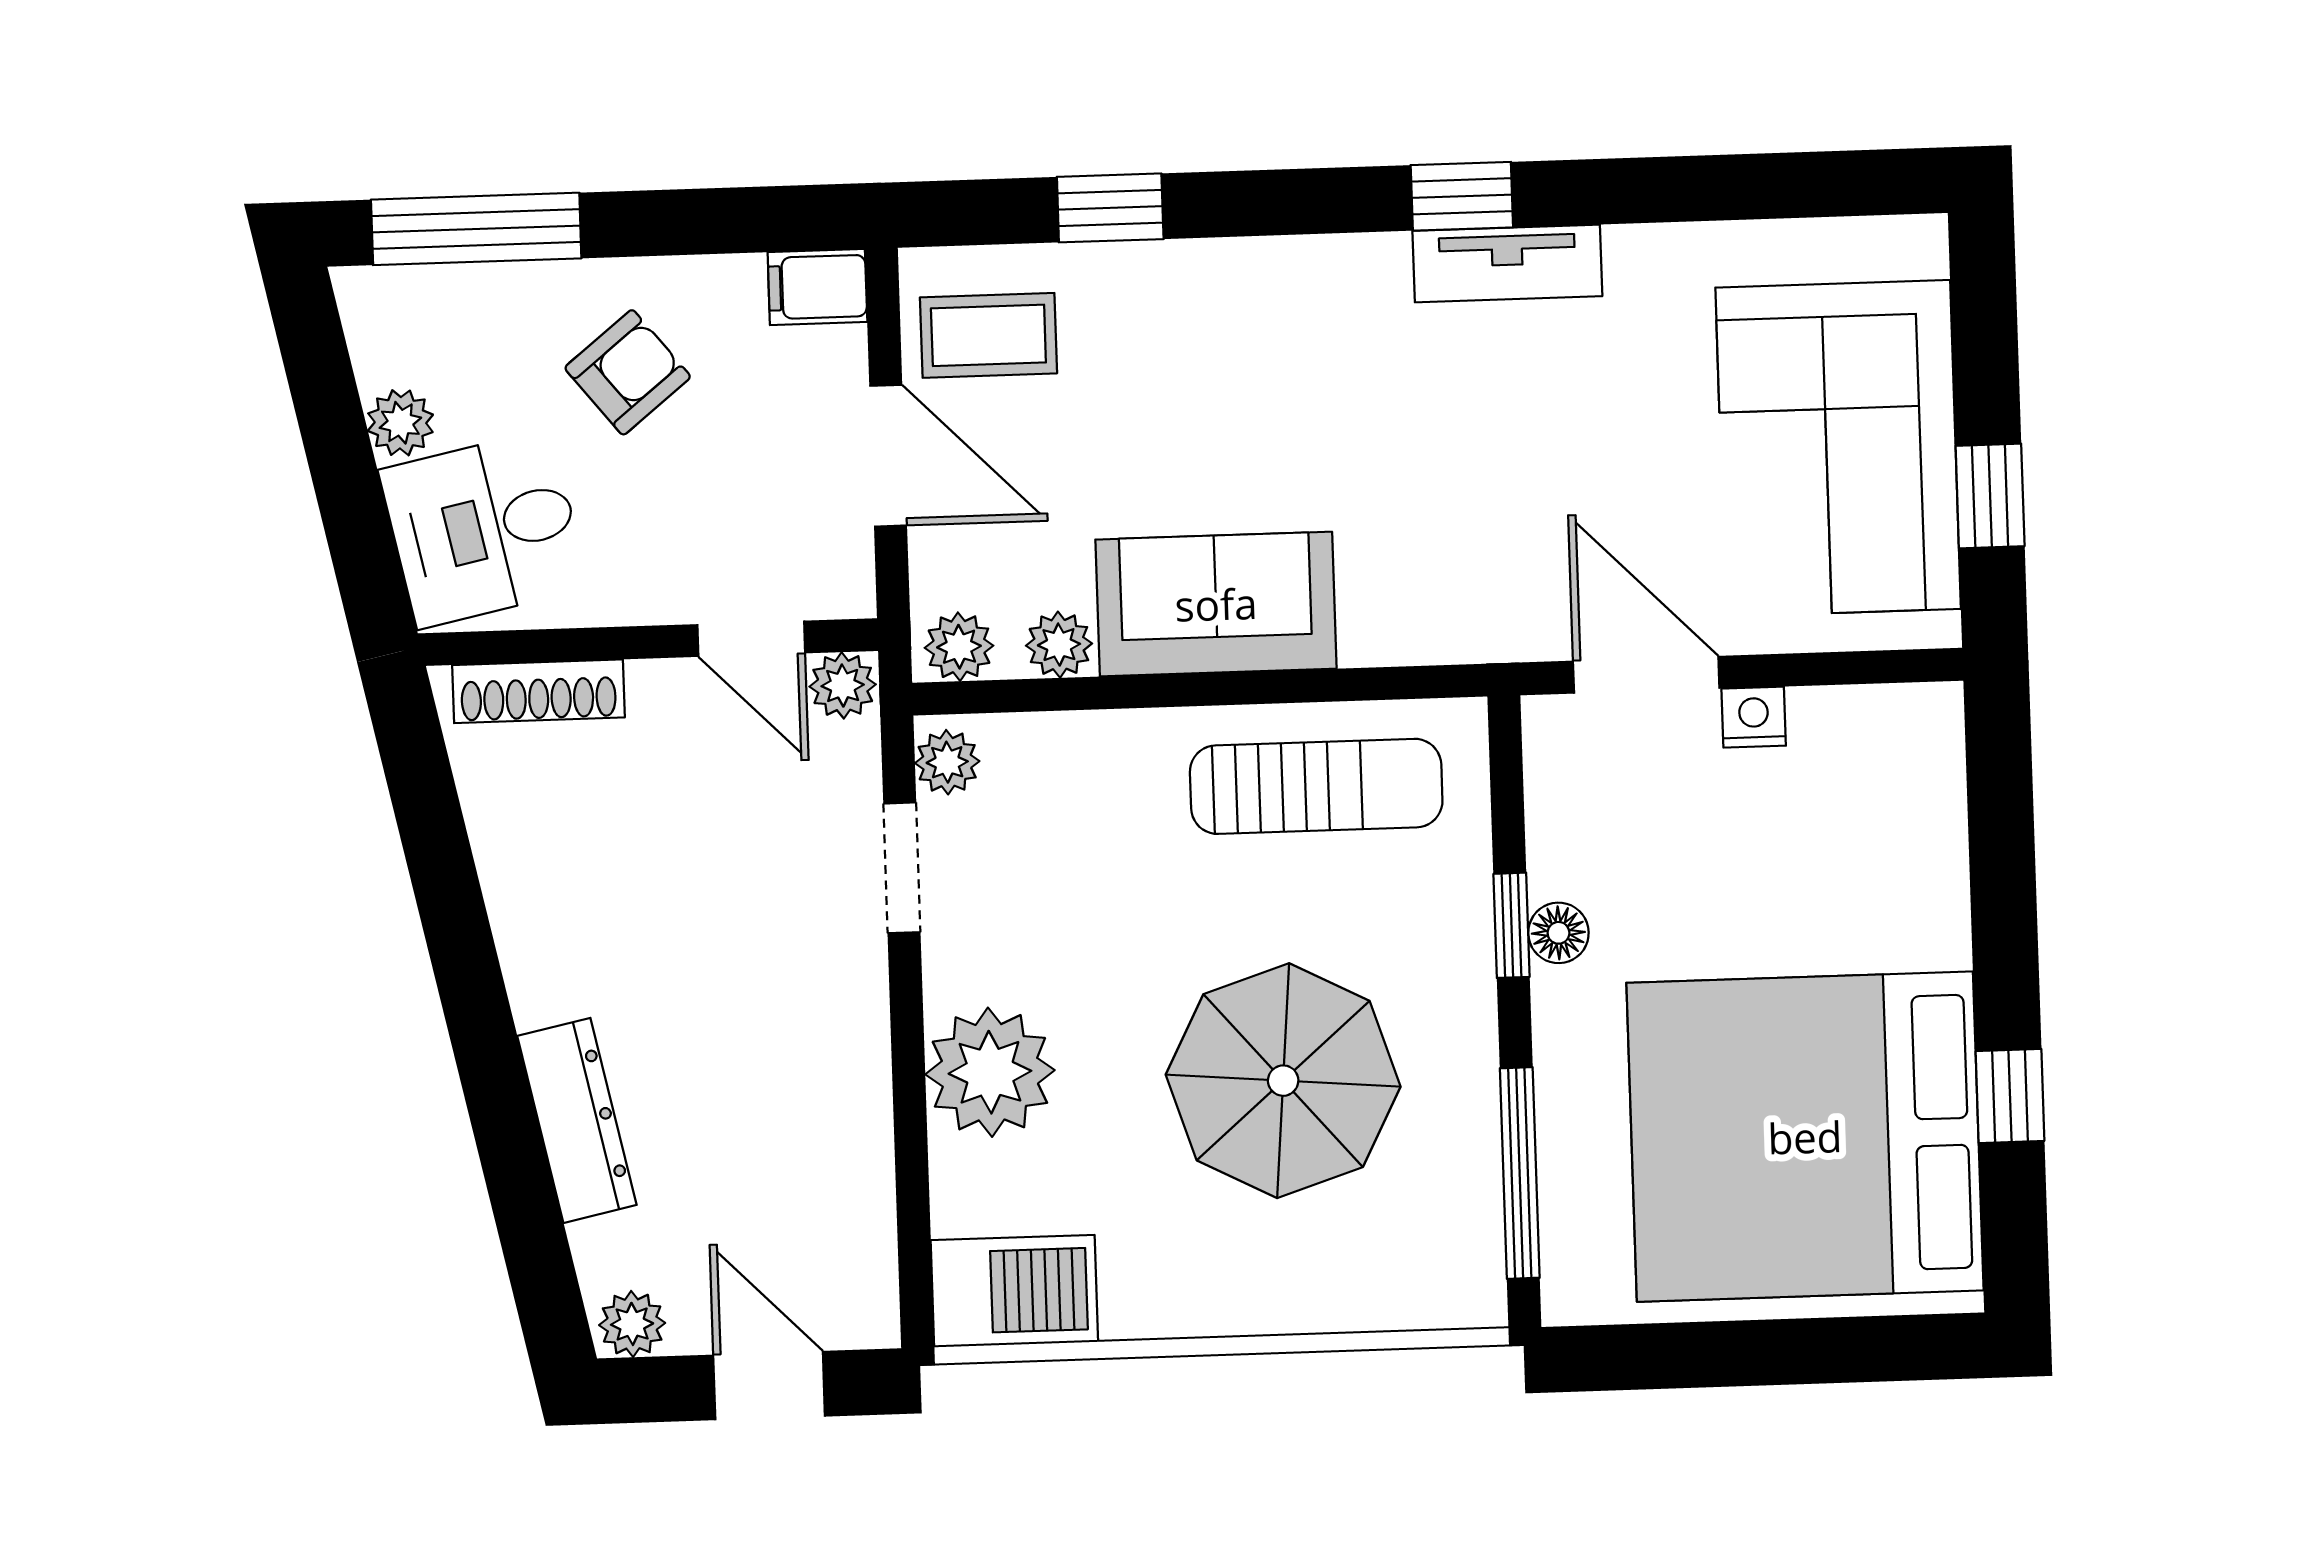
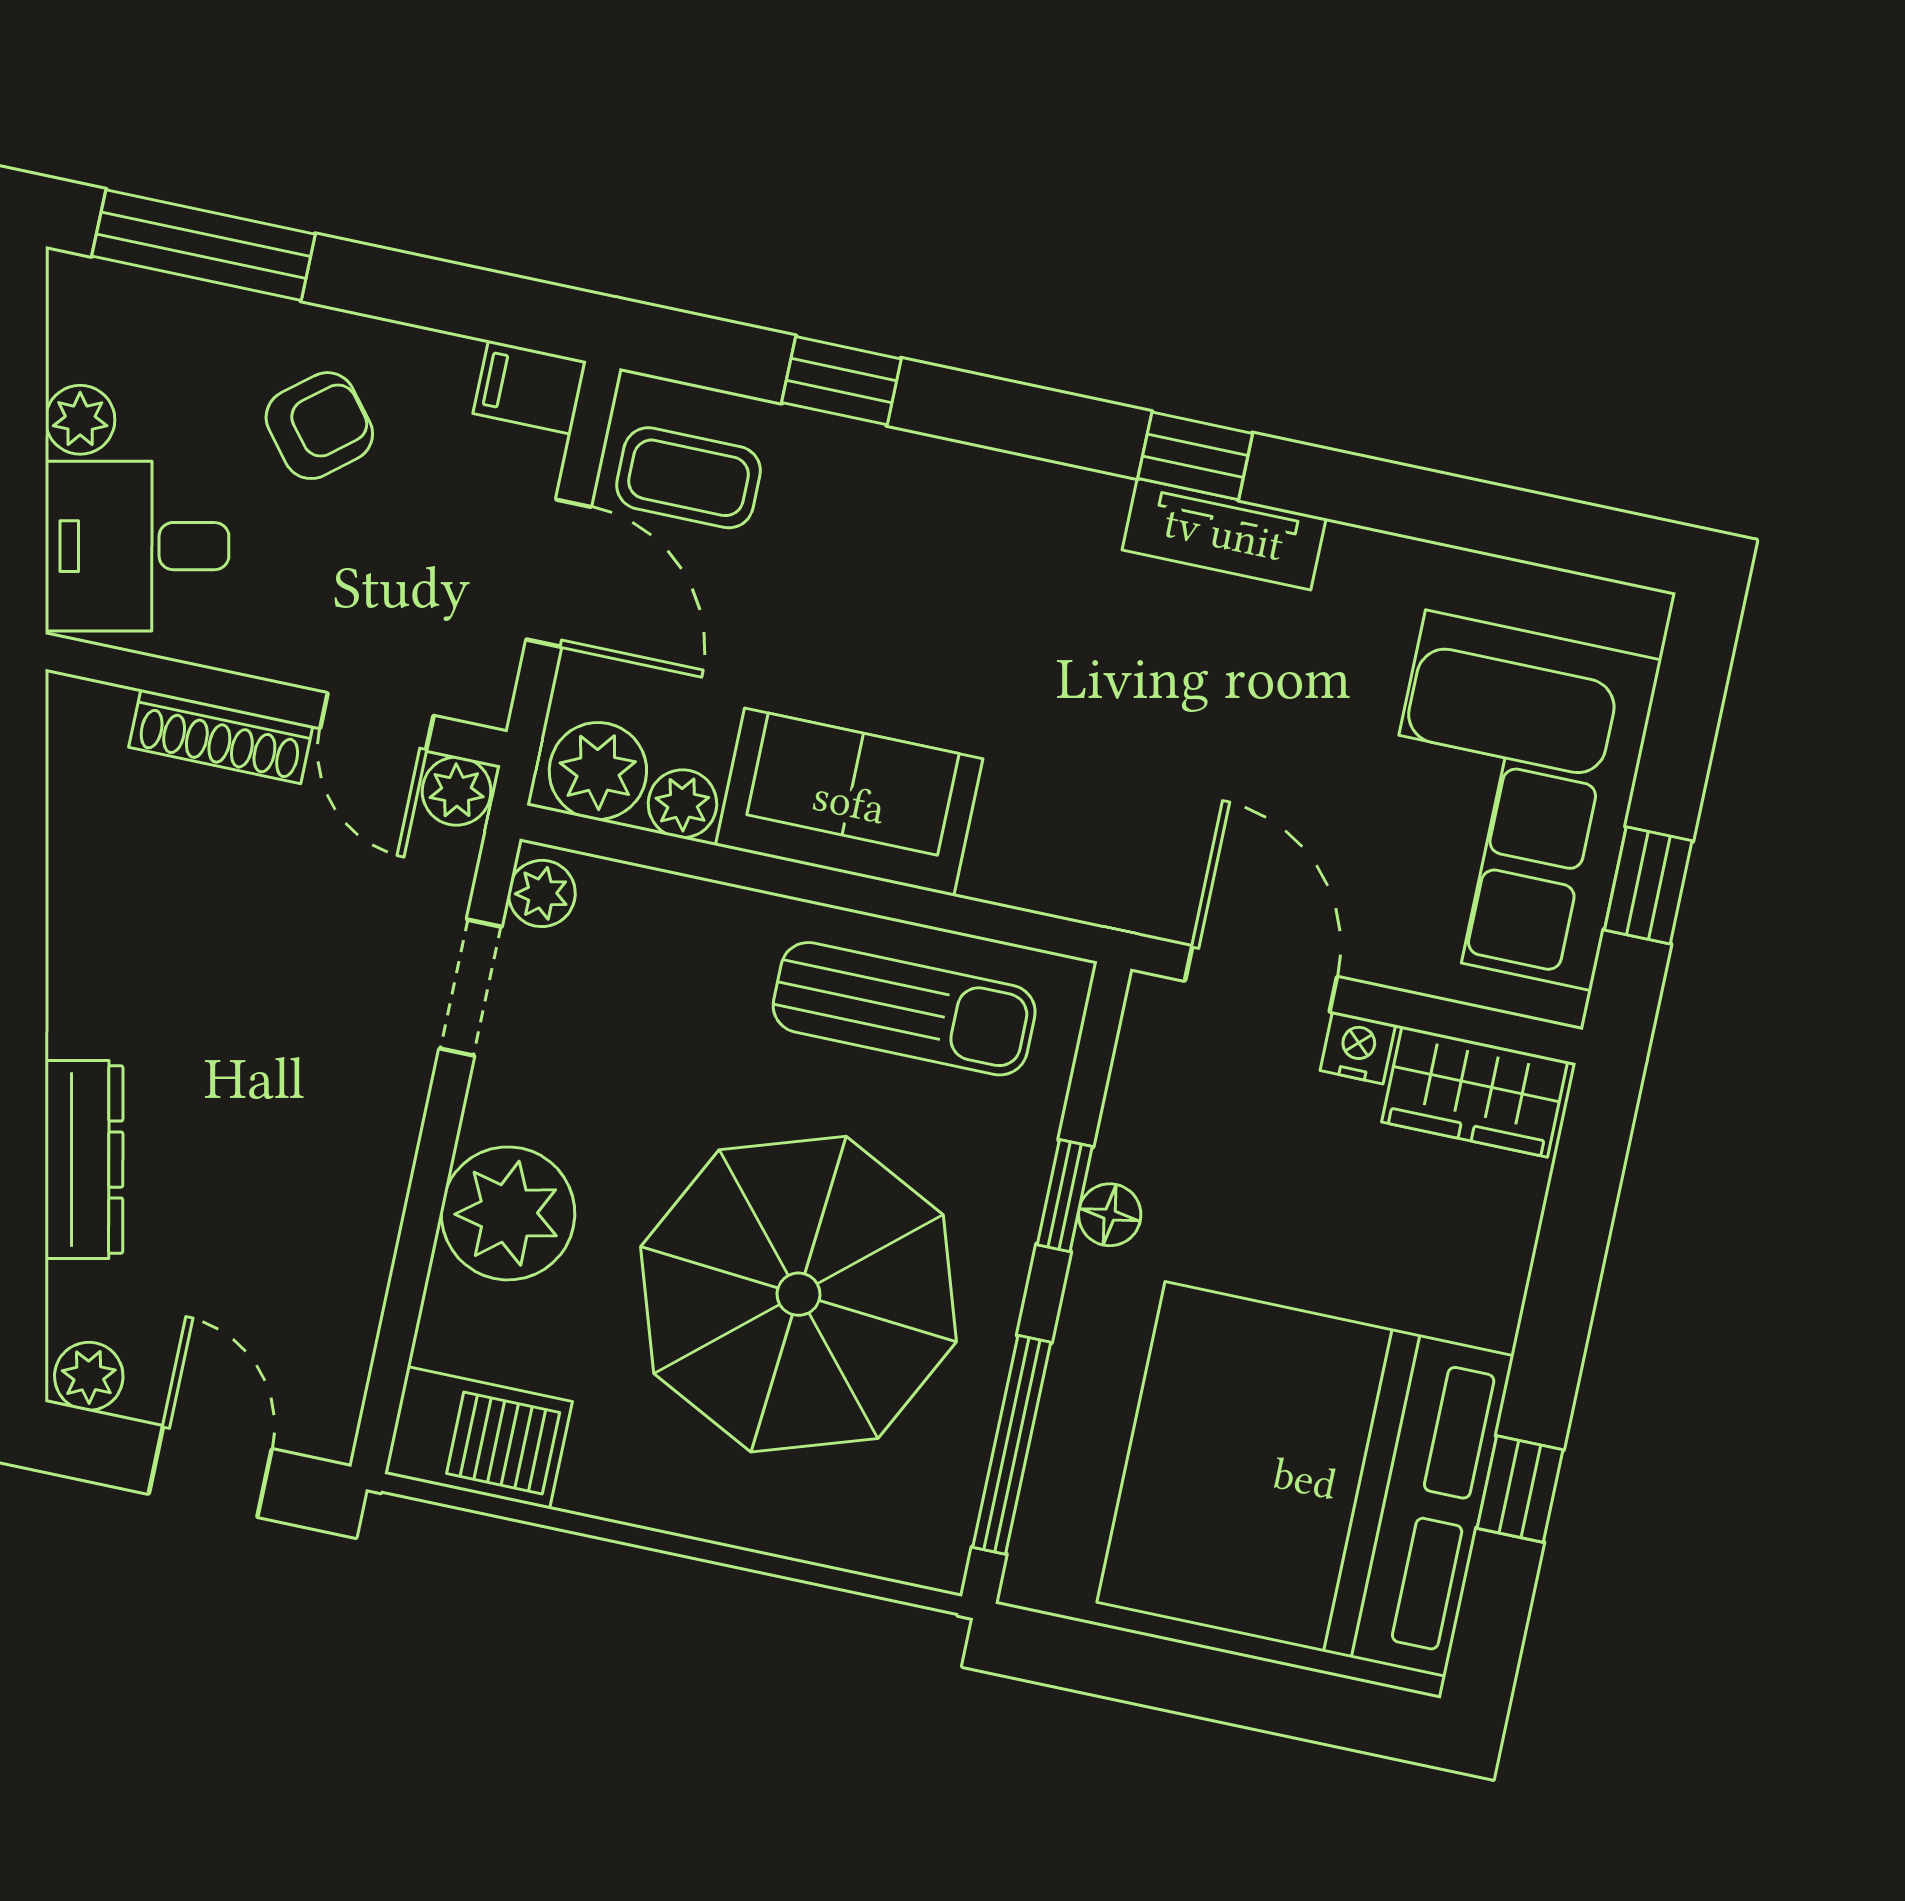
plant: (959, 647) -> (598, 771), width x1.38, depth x1.38
shoe rack: (538, 691) -> (221, 737), moved
wardrobe: (1874, 731) -> (1475, 1092), added
parasol: (1283, 1081) -> (798, 1294), width x1.36, depth x1.36

